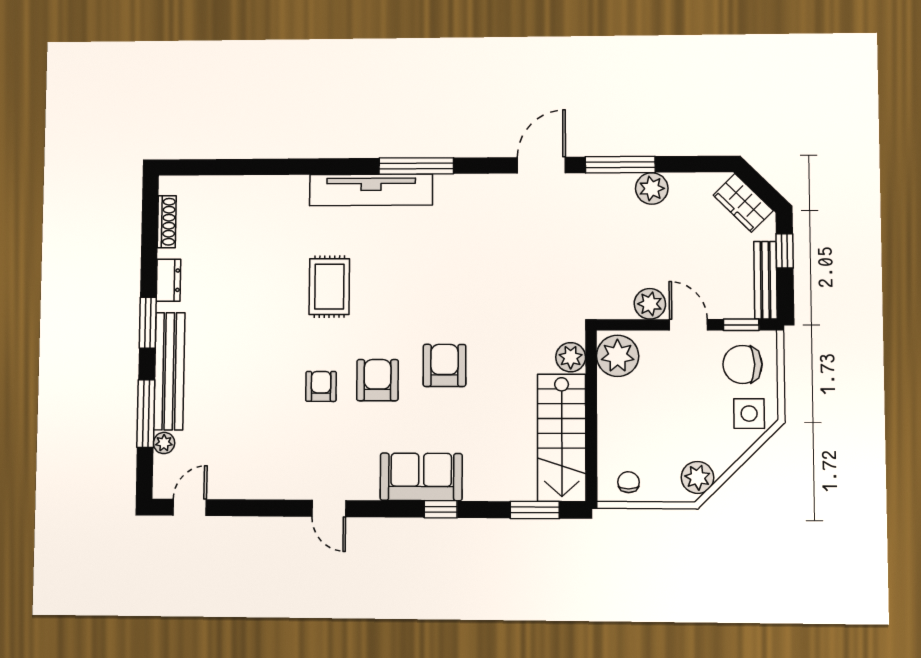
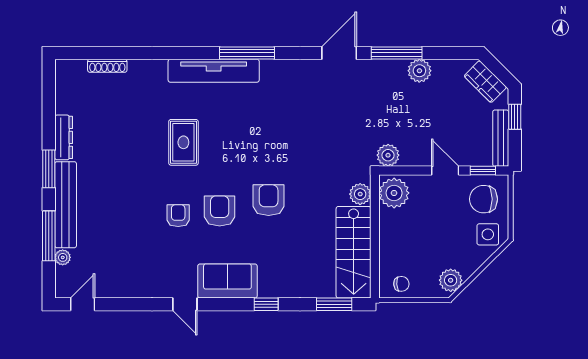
shoe rack: (167, 222) -> (107, 66), moved, turned 90
dresser: (168, 280) -> (64, 137), width x1.44
plant: (650, 304) -> (388, 155), moved
sofa: (421, 477) -> (227, 281), moved
chair: (629, 482) -> (401, 284), turned 86

